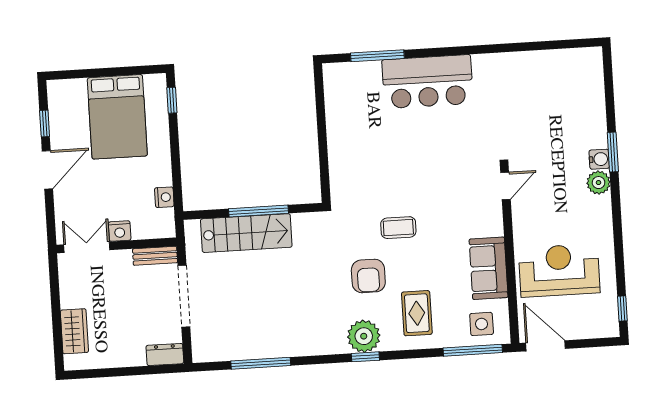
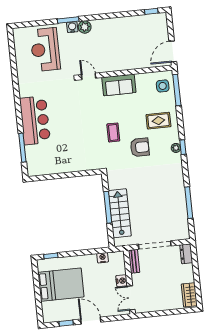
sofa: (489, 268) -> (119, 85), moved
reception desk: (559, 270) -> (45, 49), moved
wardrobe: (74, 331) -> (189, 295), moved, turned -90
plant: (364, 336) -> (176, 148), width x0.53, depth x0.53

